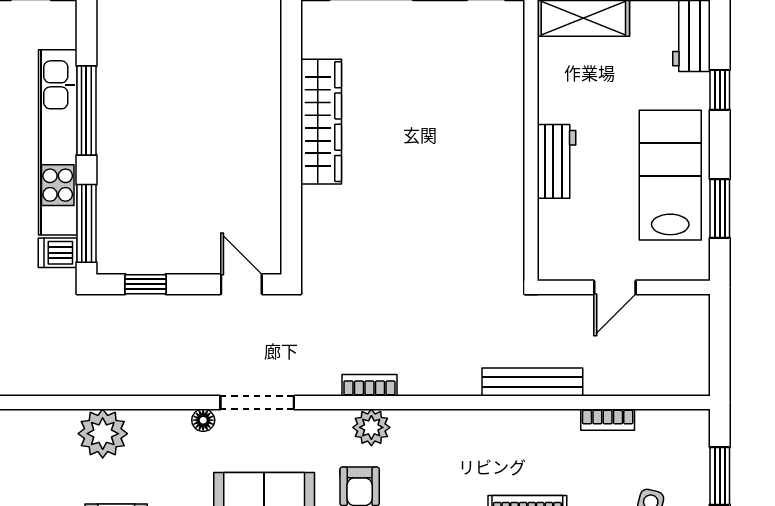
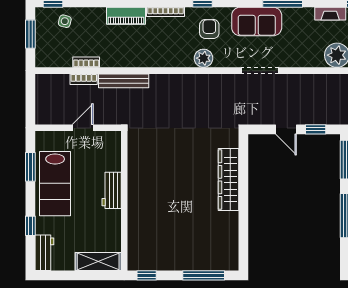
wardrobe: (321, 122) -> (228, 180), moved
door: (241, 284) -> (286, 129), moved
bookcase: (369, 385) -> (84, 79), moved
floor lamp: (203, 420) -> (287, 62), removed

